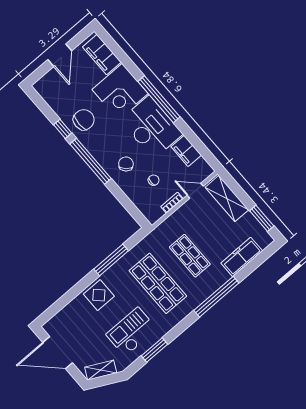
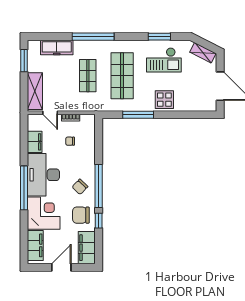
filing cabinet: (52, 94) -> (87, 248), added
chair: (126, 164) -> (80, 187), moved

